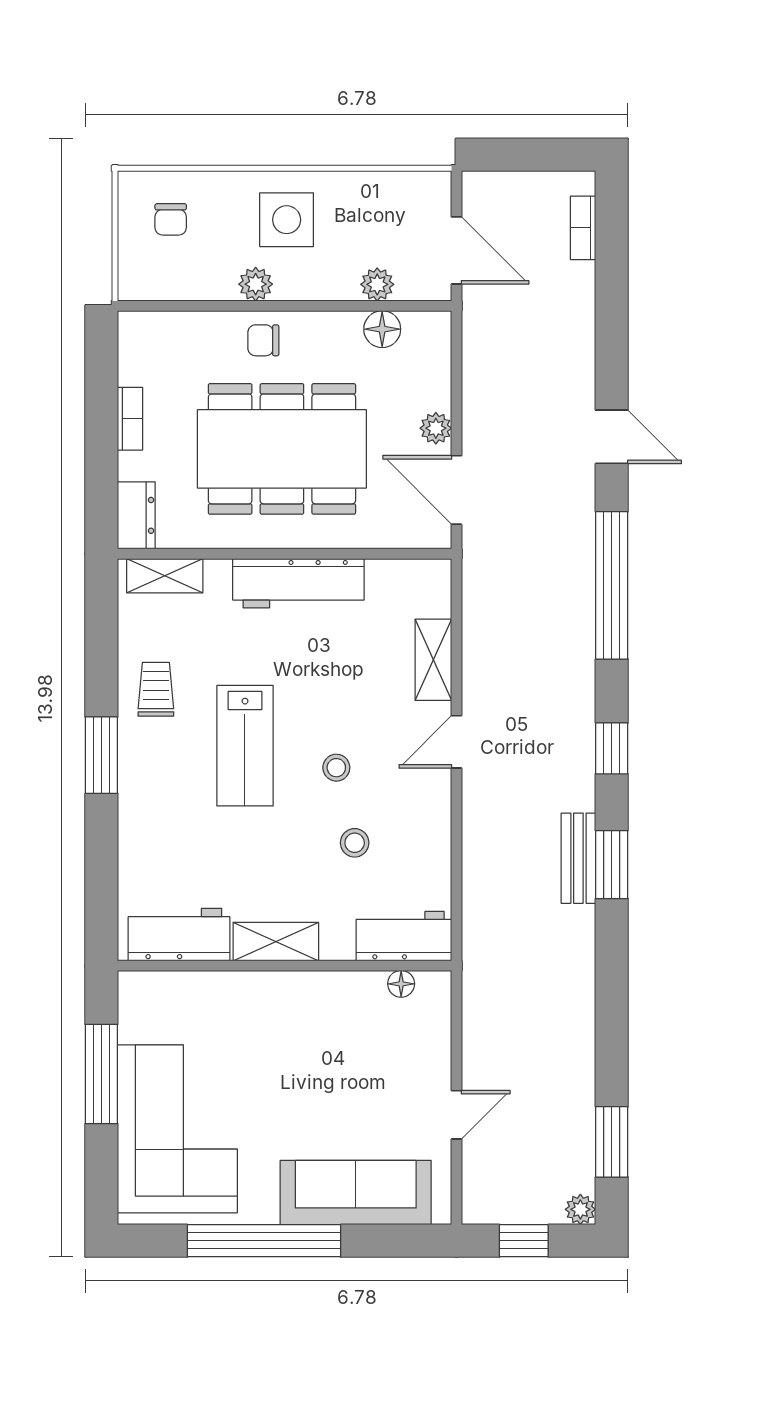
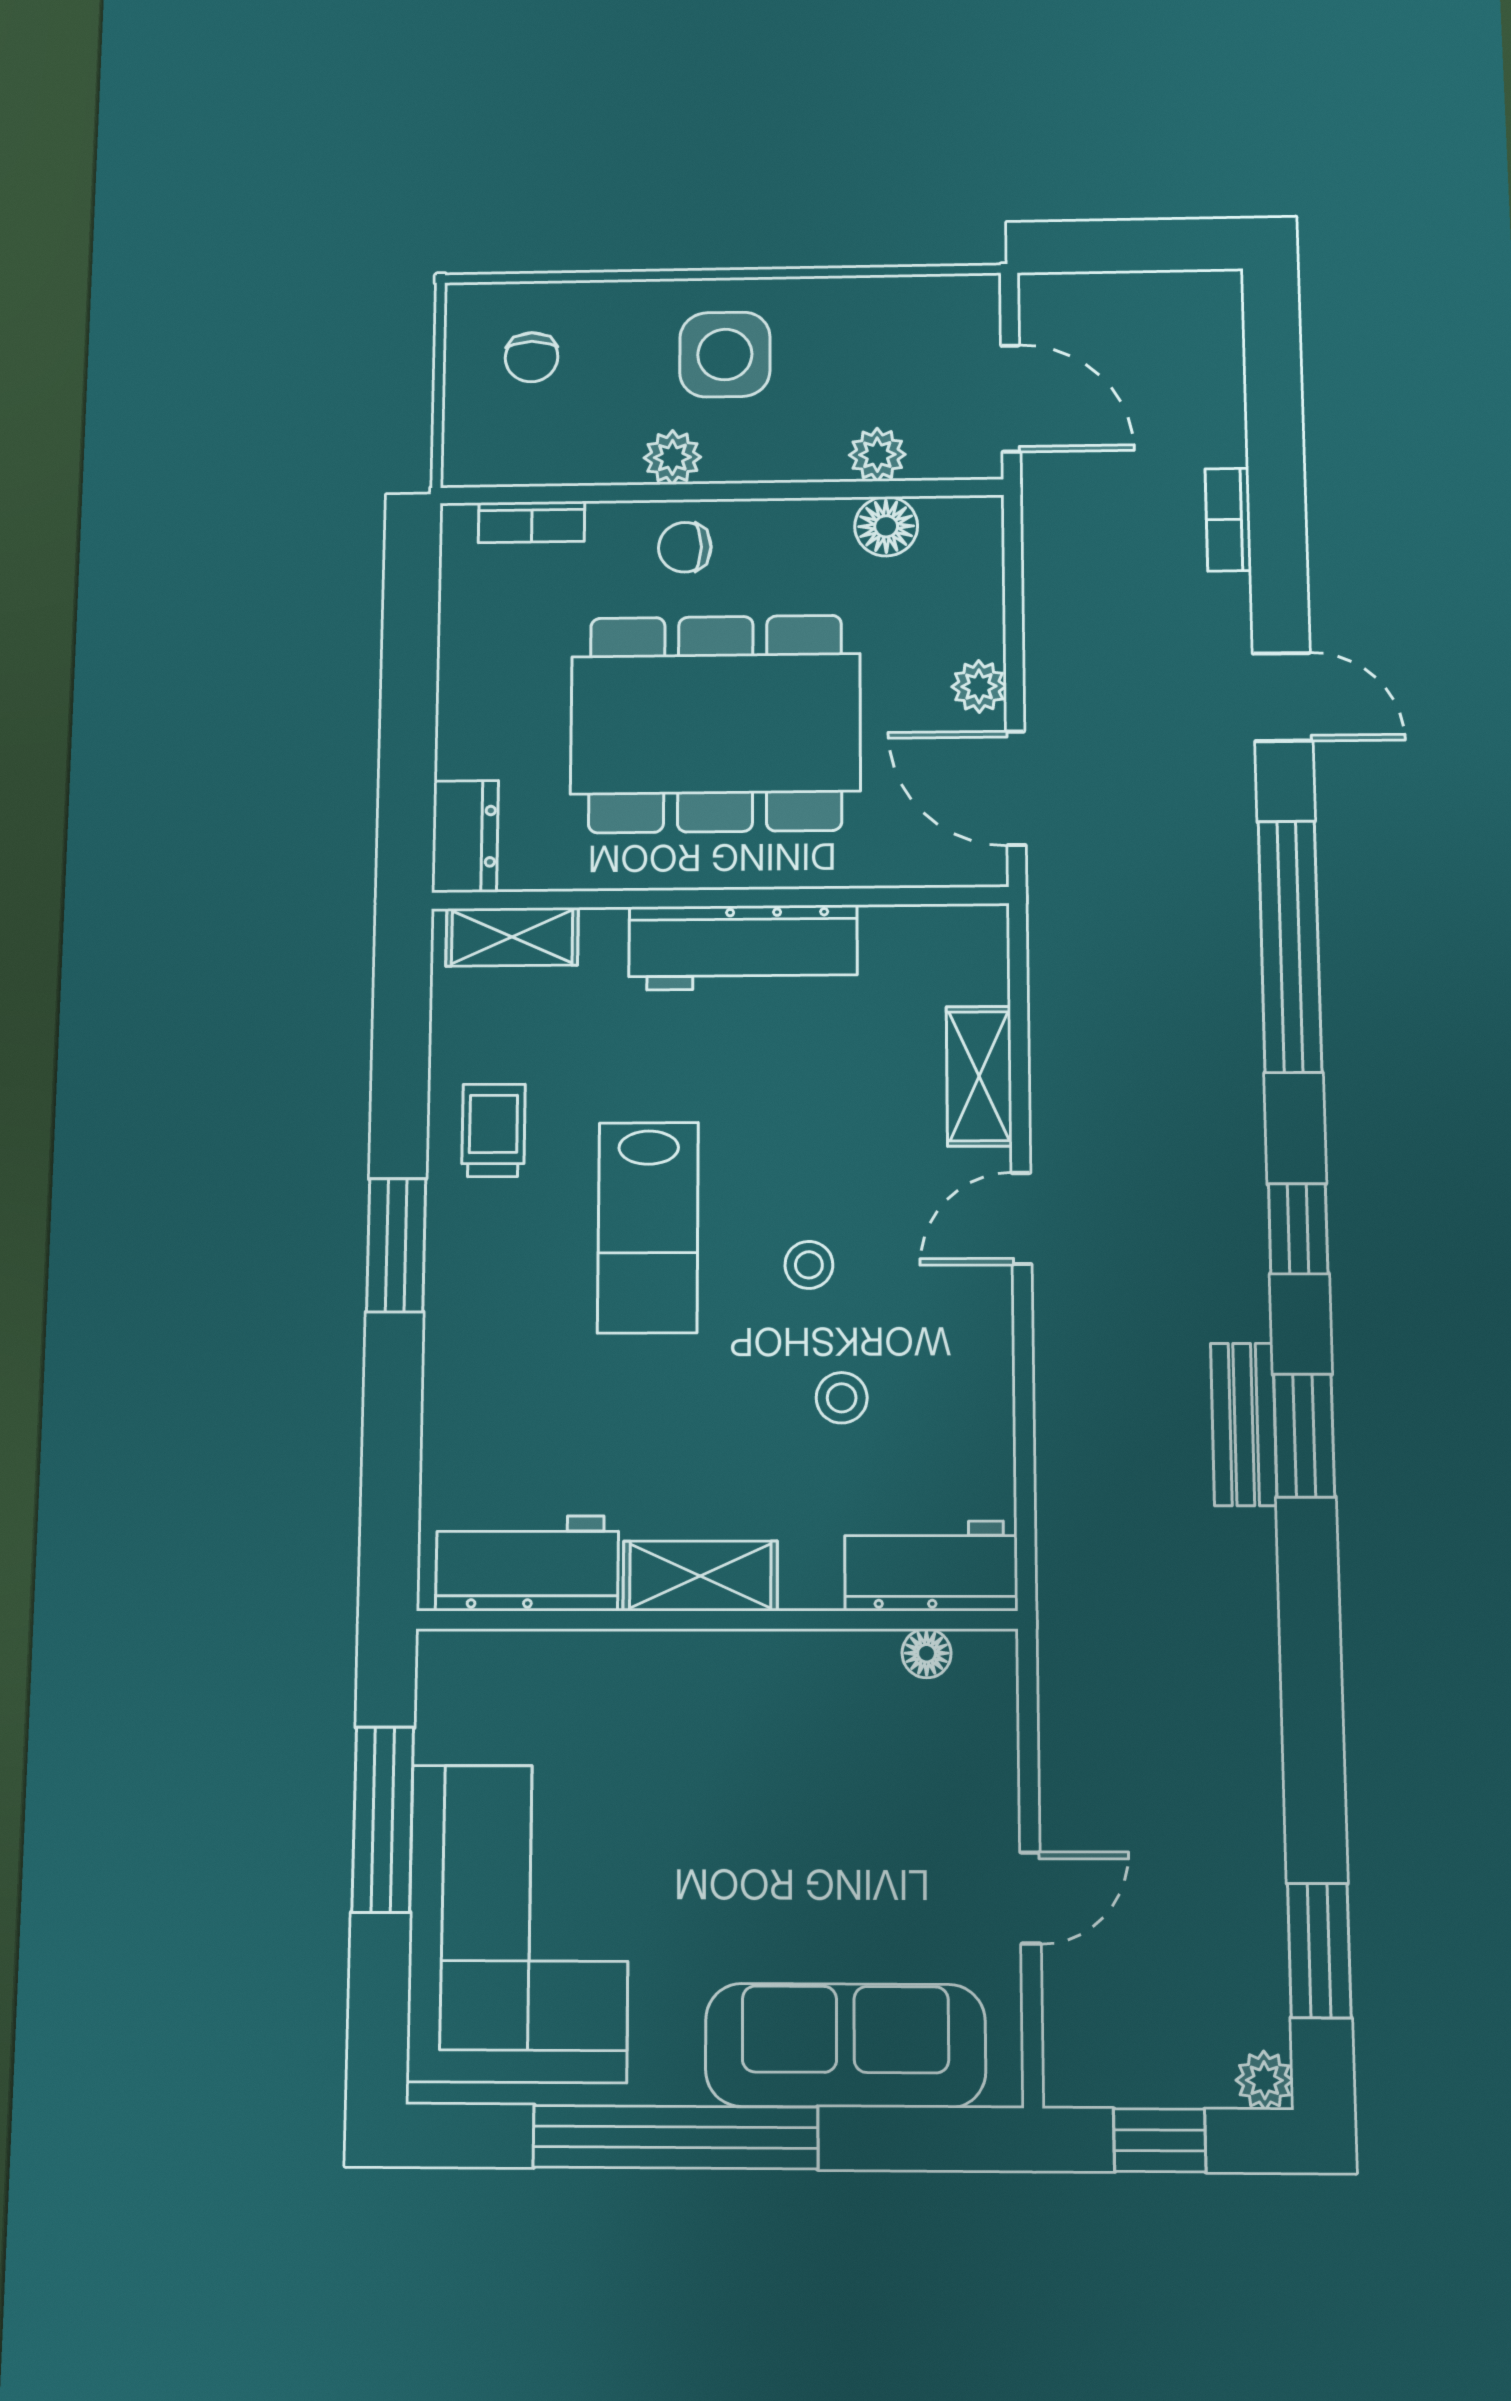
bookcase: (583, 228) -> (1228, 520), moved
bookcase: (130, 419) -> (532, 522), moved, turned 90

